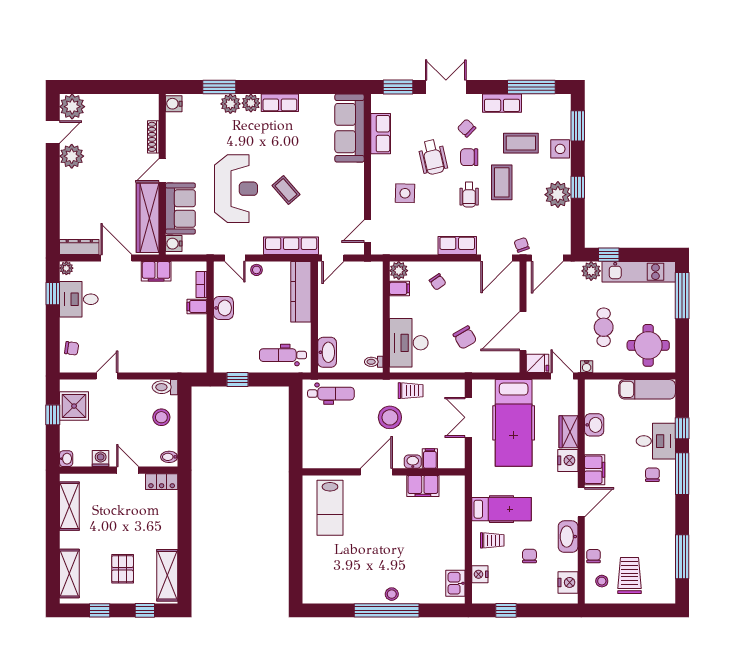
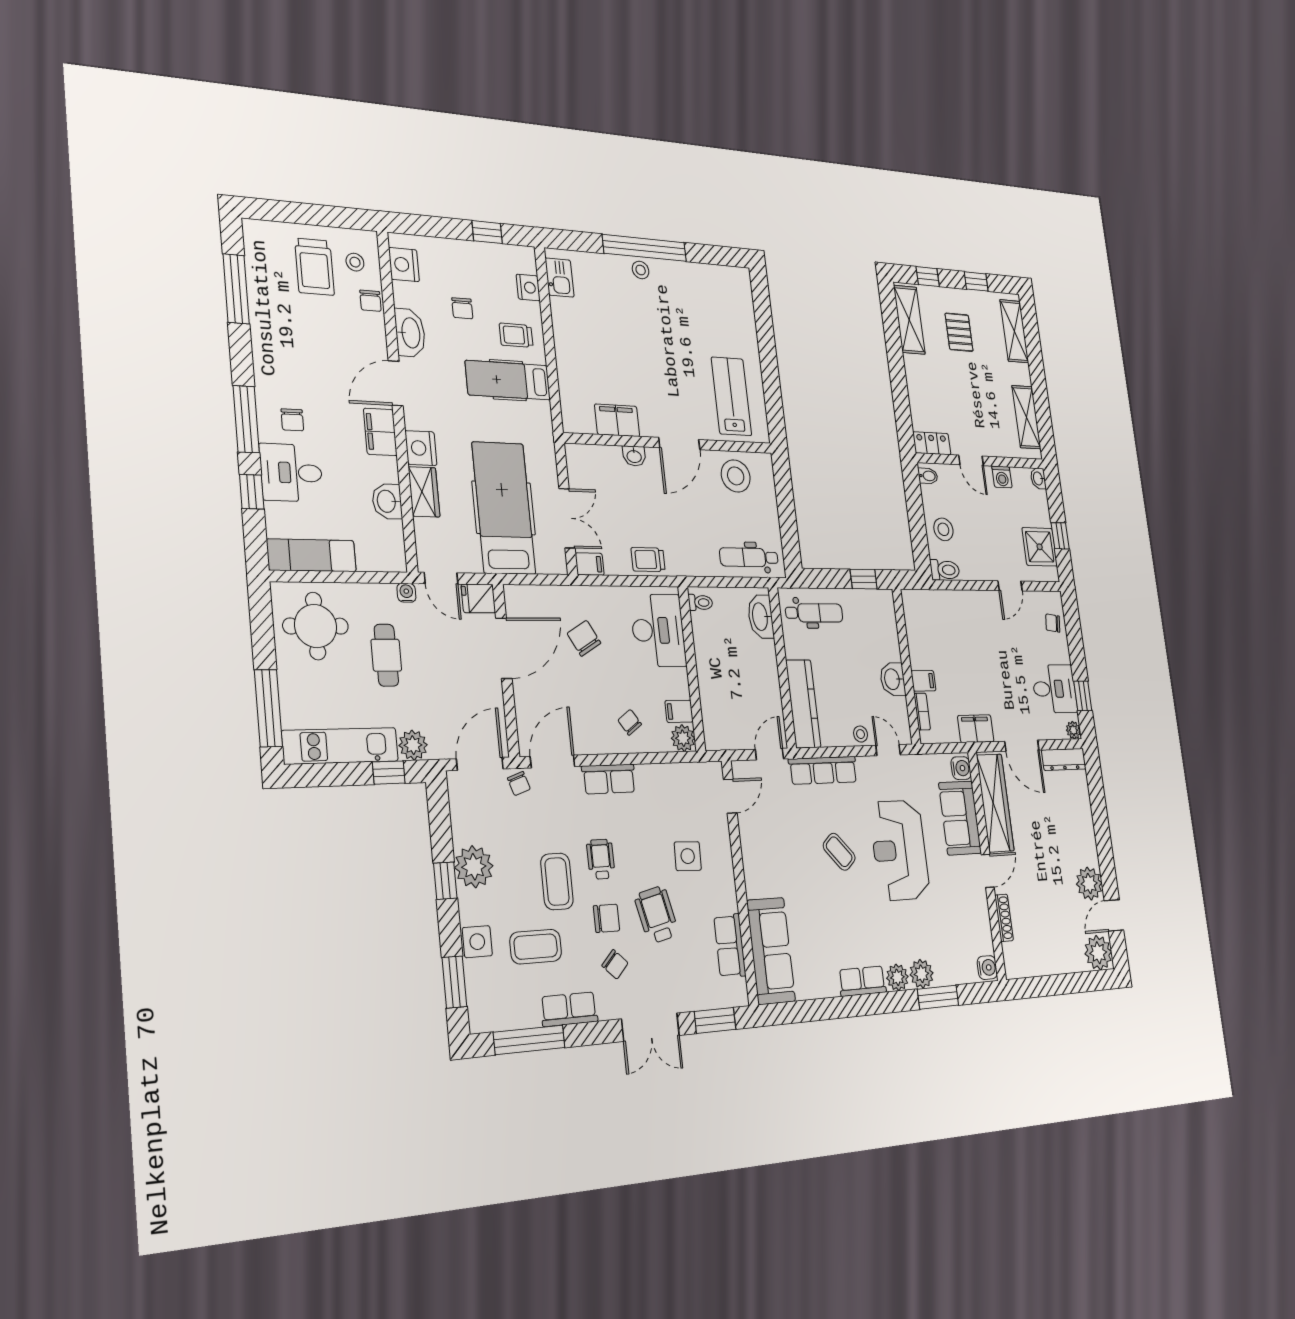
stool: (390, 417) -> (736, 476), moved
filing cabinet: (430, 459) -> (590, 564), moved, turned -90

